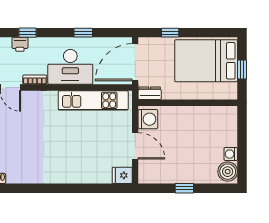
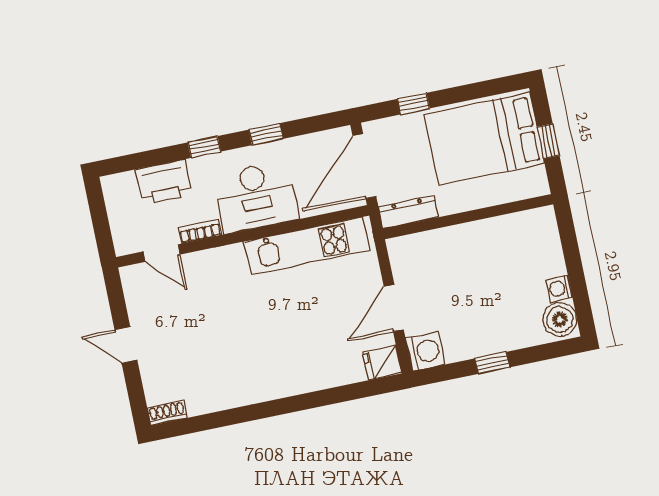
window: (28, 33) -> (204, 147), moved
printer: (20, 44) -> (164, 182), width x1.87, depth x1.48
dresser: (150, 93) -> (408, 212), width x1.44
washing machine: (148, 119) -> (425, 351), moved
door: (135, 146) -> (394, 308), swing flipped

